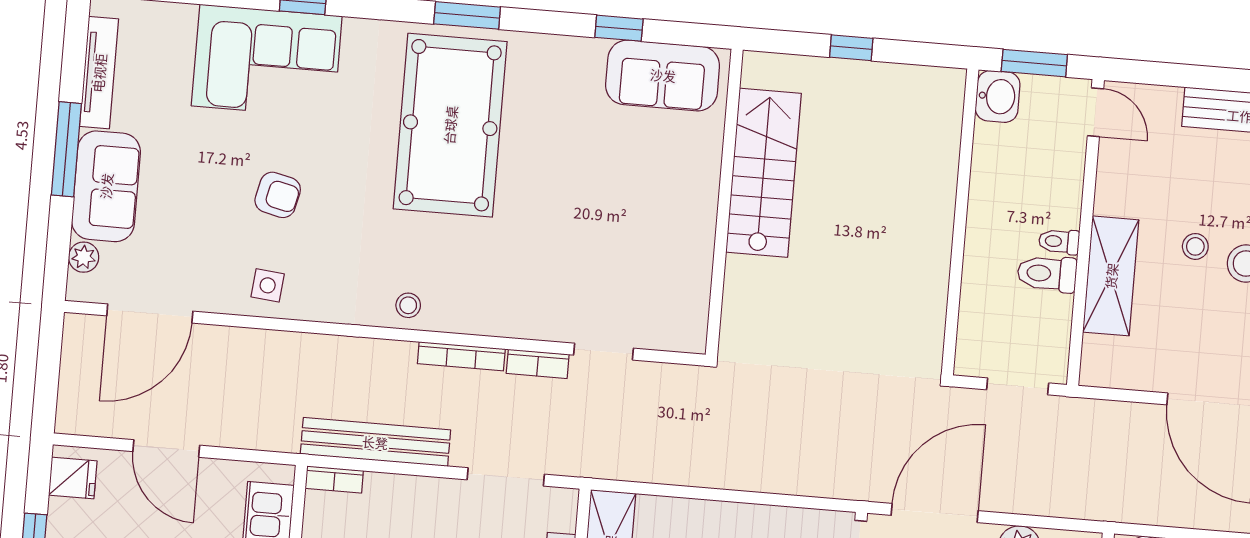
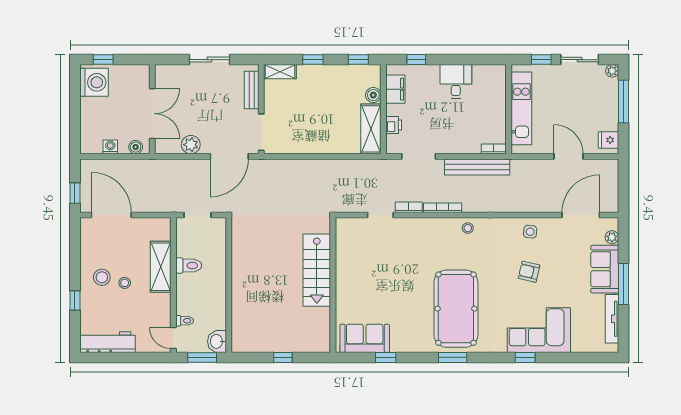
stairs: (763, 173) -> (317, 270), moved
toilet: (1059, 242) -> (185, 321), moved

